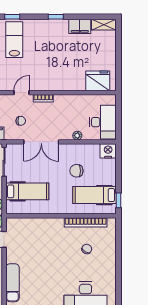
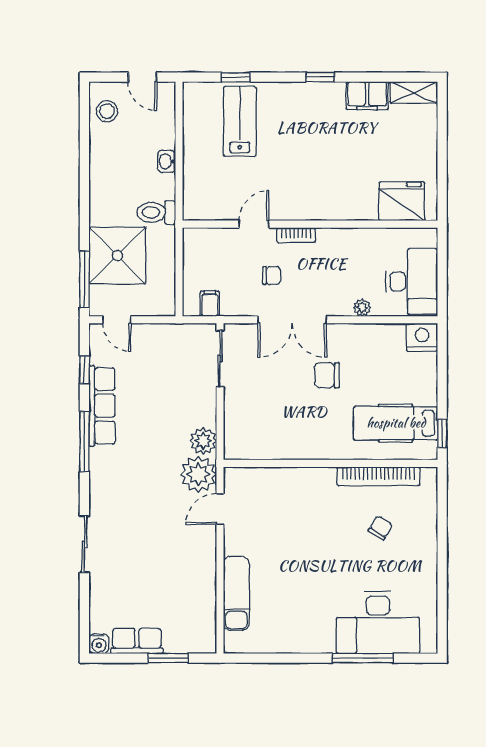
chair: (21, 121) -> (272, 276), moved
chair: (76, 171) -> (327, 375), moved
hospital bed: (27, 191) -> (265, 416), removed

